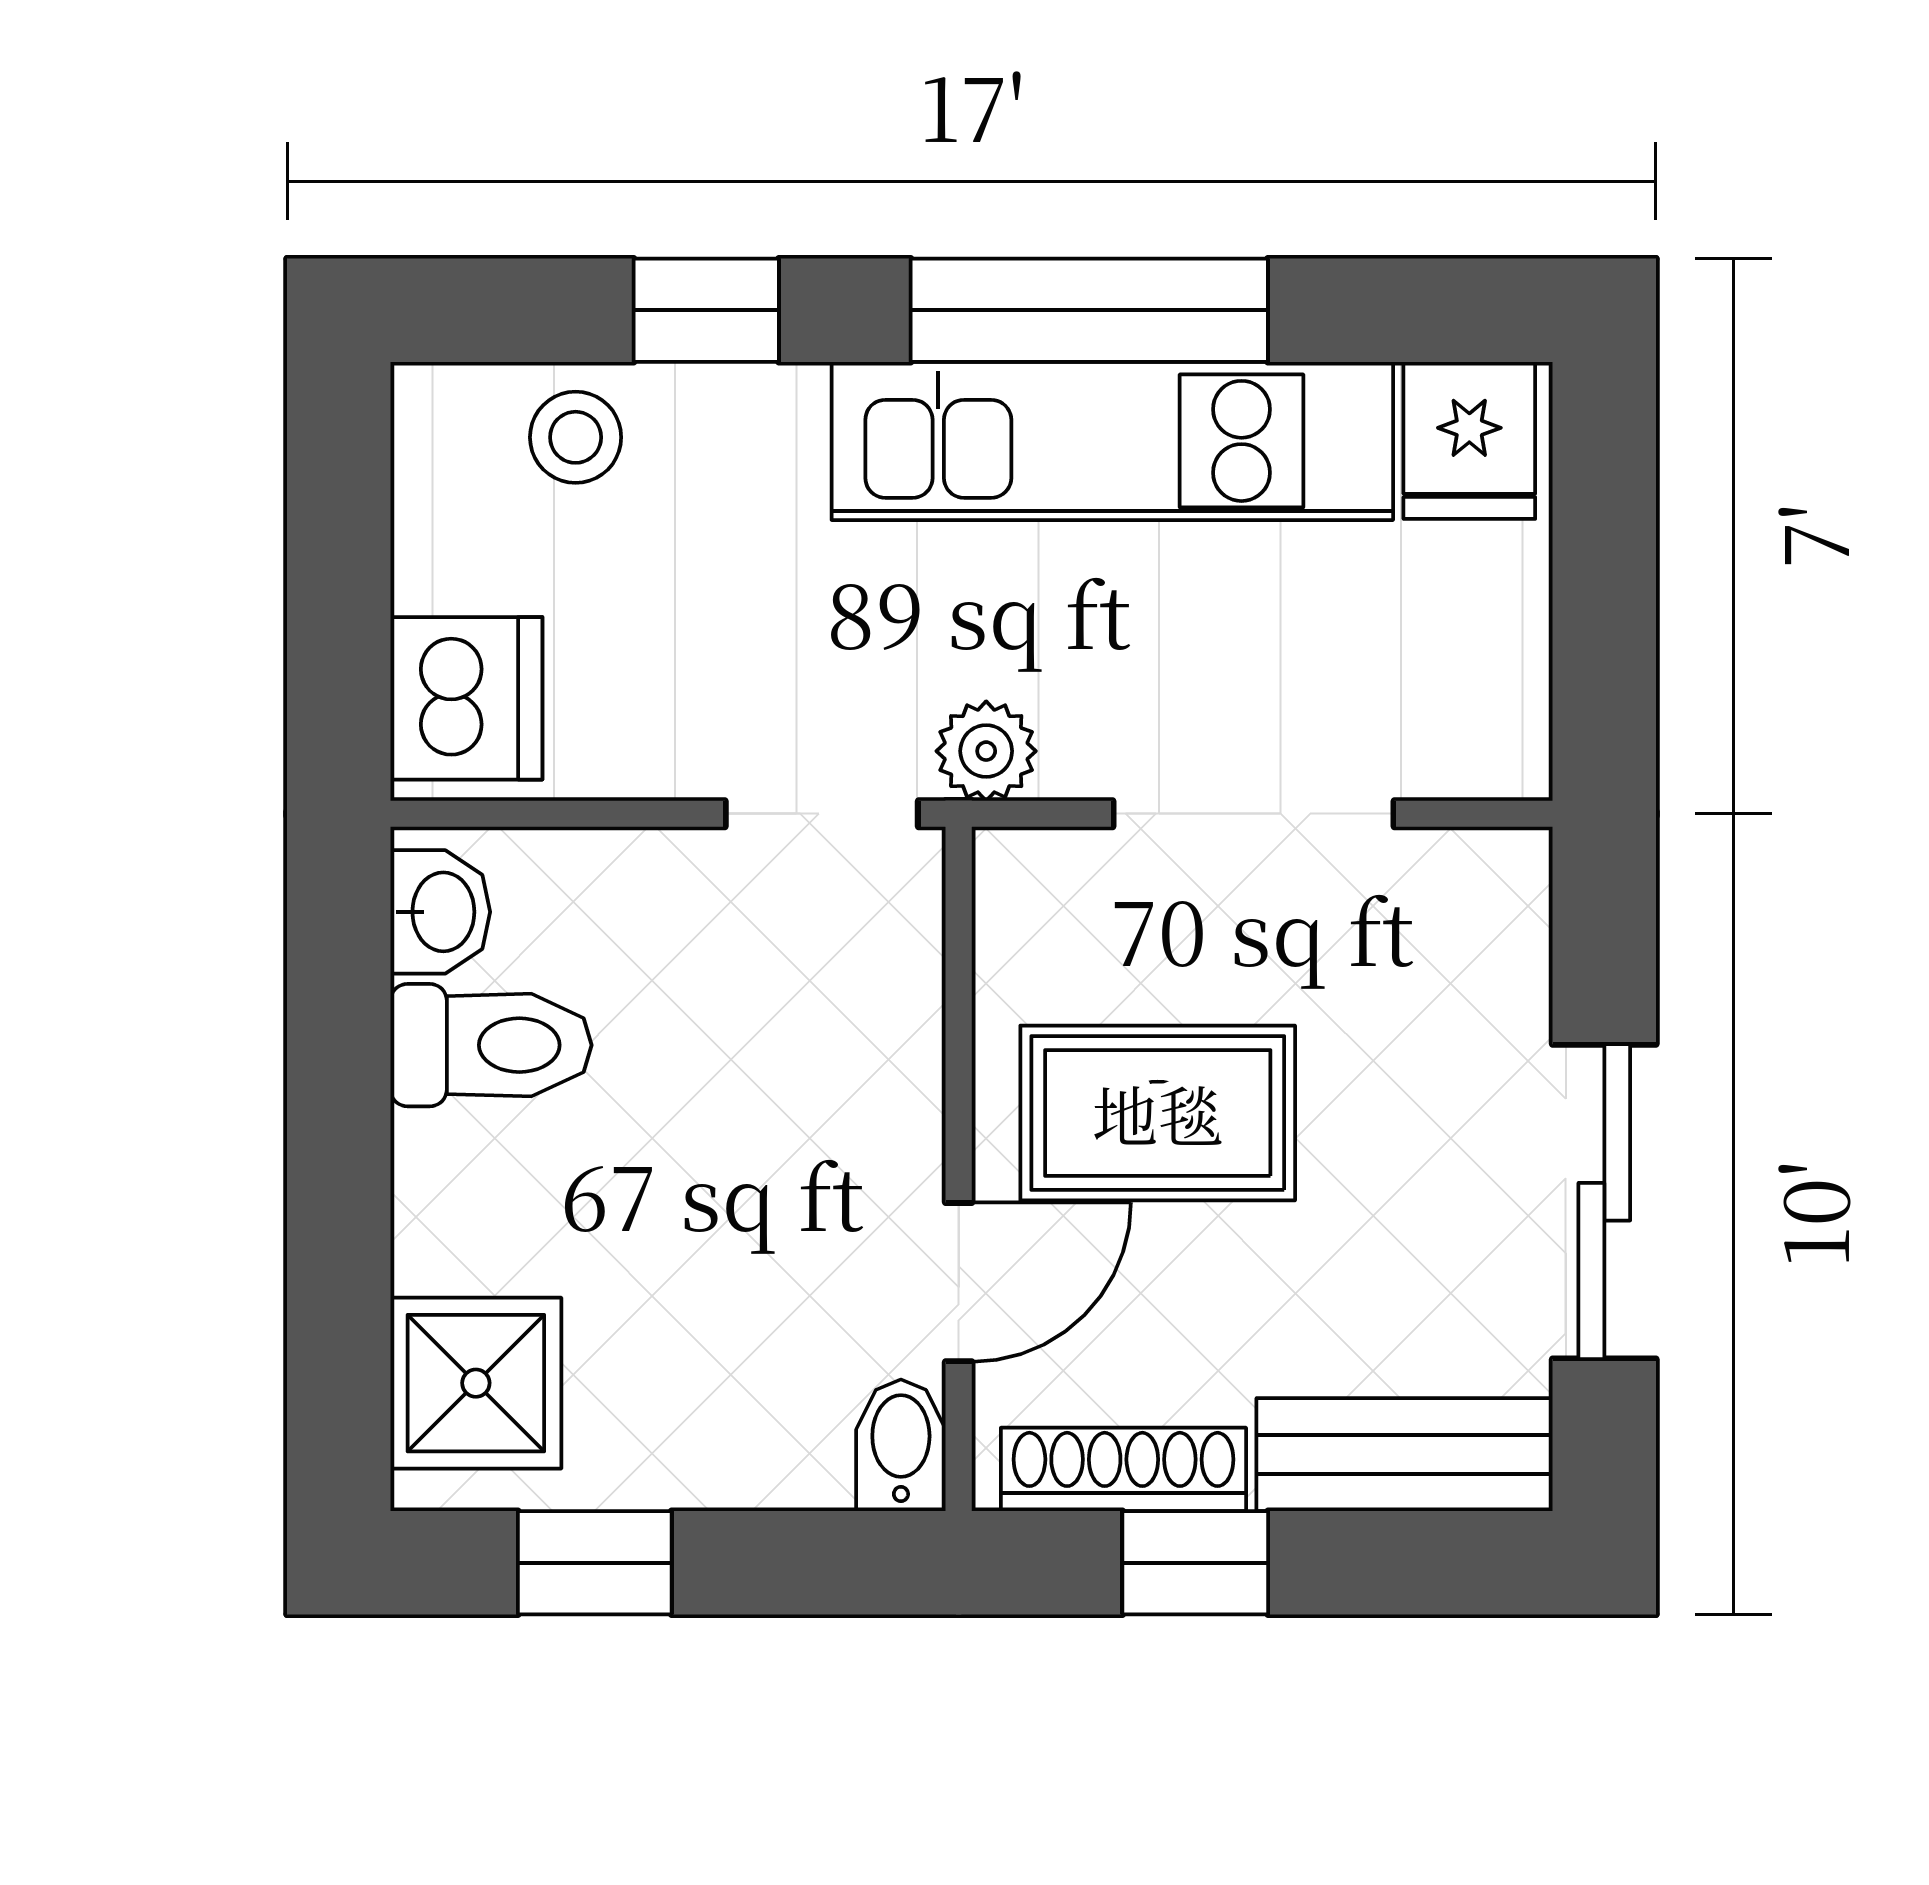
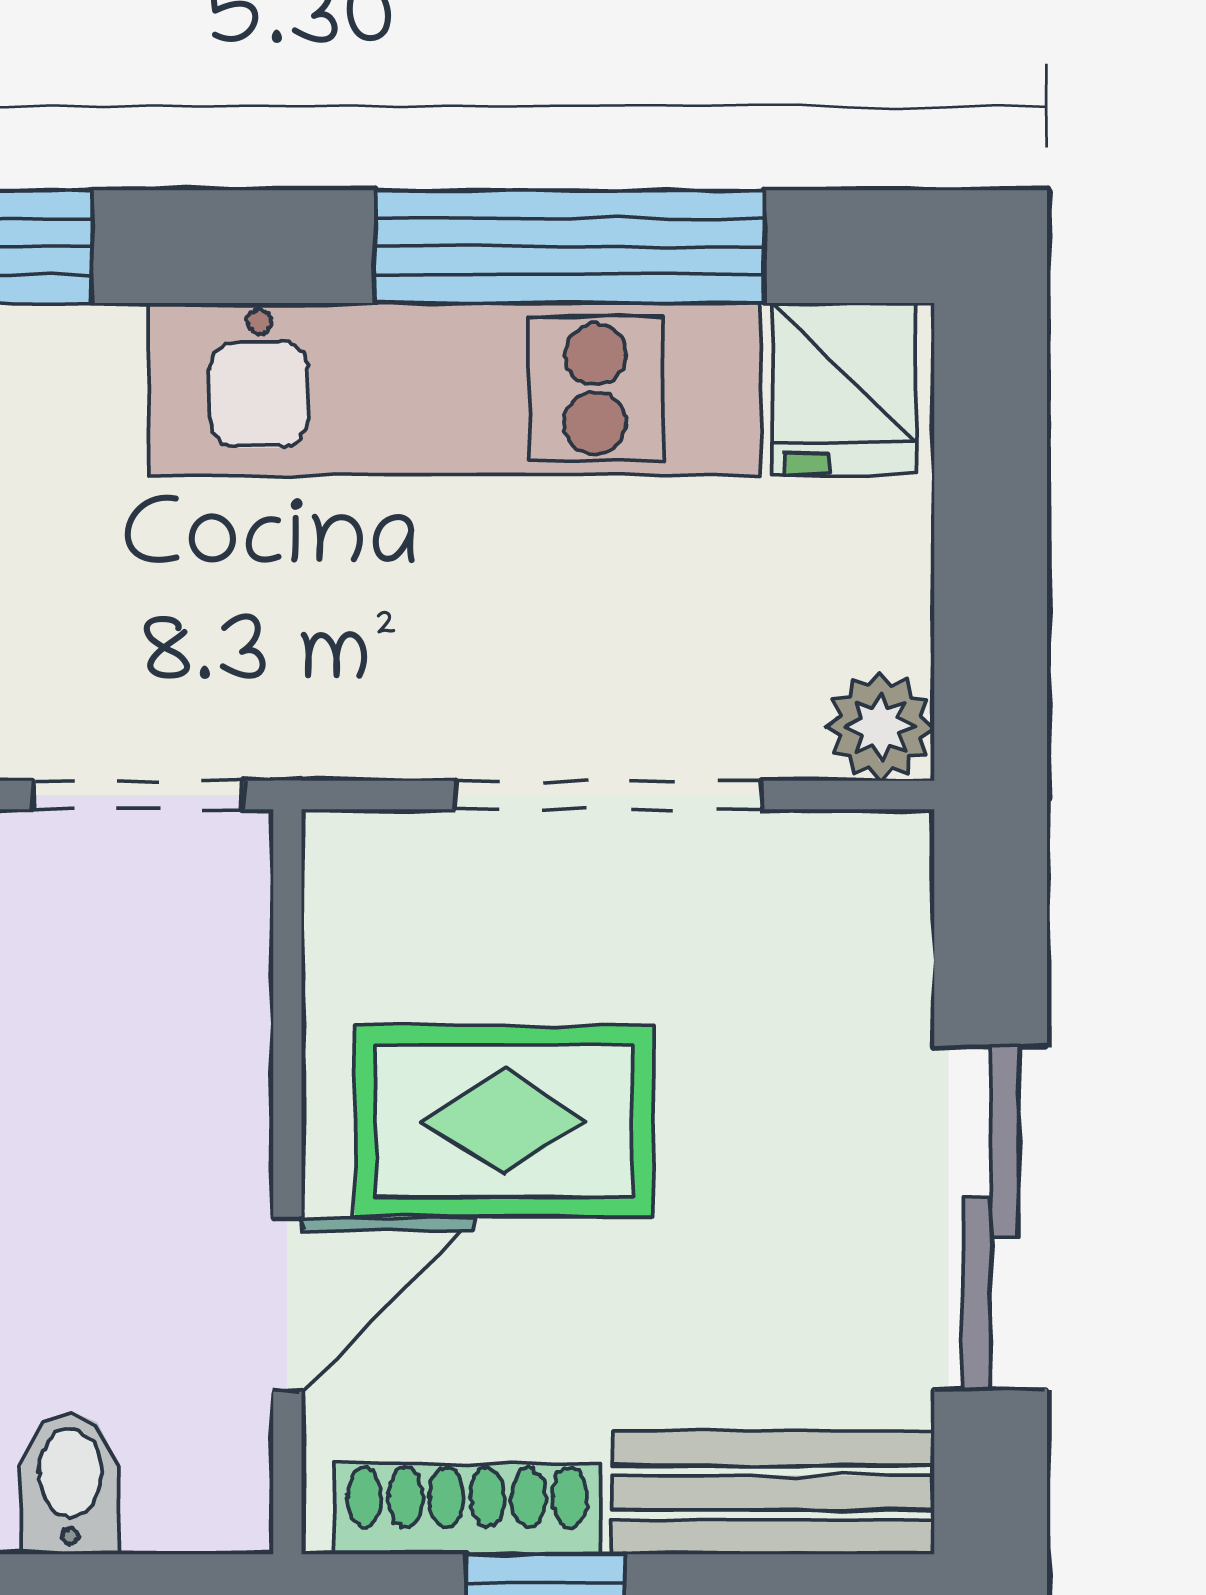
window: (1089, 310) -> (569, 247), moved
plant: (986, 751) -> (880, 727), moved
bidet: (901, 1445) -> (70, 1483), moved

